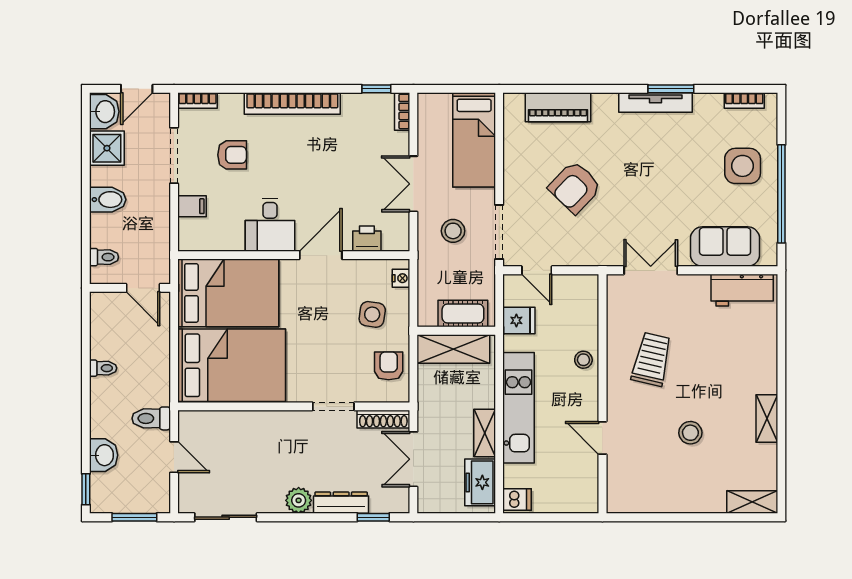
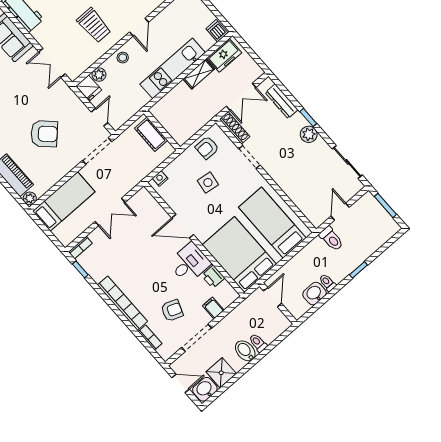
bookcase: (198, 100) -> (150, 338), moved
plant: (513, 103) -> (30, 198), added
armchair: (232, 155) -> (172, 310), turned 111
stool: (453, 231) -> (116, 173), removed
printer: (367, 239) -> (213, 277), moved
toilet: (104, 257) -> (258, 343), moved
side table: (372, 314) -> (208, 183), moved
plant: (588, 314) -> (99, 75), added
fridge: (519, 320) -> (89, 88), moved, turned 180
shelving: (453, 349) -> (172, 124), removed
trolley: (652, 359) -> (94, 25), turned -103
bed: (232, 365) -> (272, 223), width x0.67
door: (602, 438) -> (139, 27), moved
washbasin: (104, 455) -> (314, 294), moved
window: (86, 489) -> (358, 270), moved
dresser: (341, 503) -> (282, 101), moved
window: (373, 517) -> (308, 118), moved

